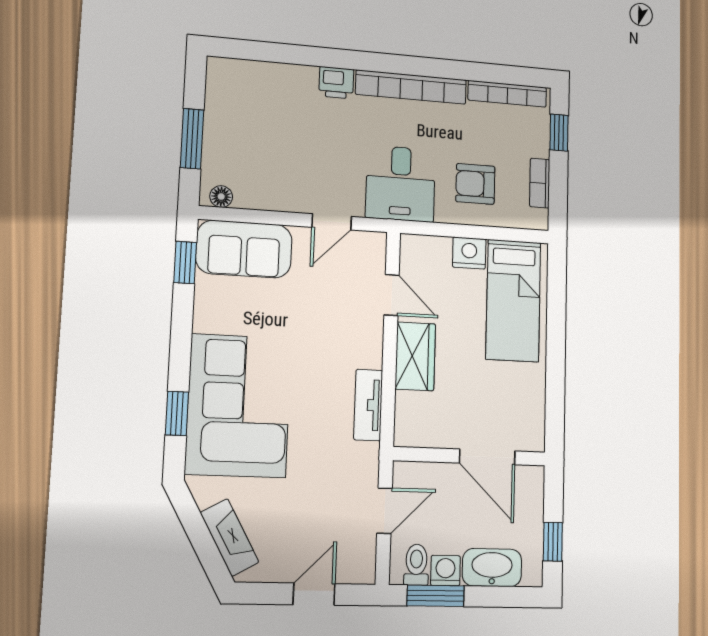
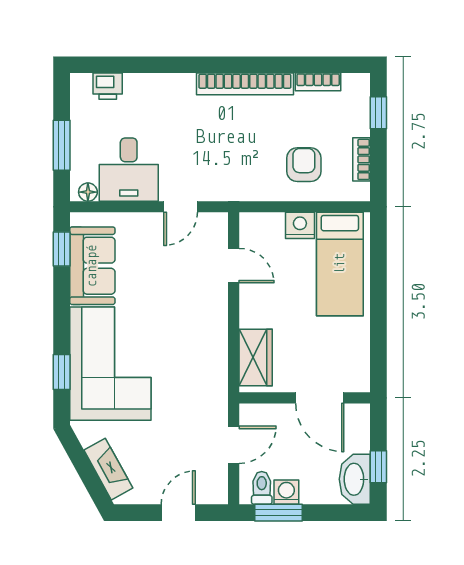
printer: (336, 83) -> (108, 86), moved
bookcase: (507, 94) -> (318, 82), width x0.64
desk: (401, 184) -> (129, 170), moved
armchair: (475, 184) -> (304, 165), turned 90
sofa: (244, 249) -> (92, 266), moved, turned -90
wardrobe: (415, 356) -> (256, 358), moved
tv unit: (368, 405) -> (217, 359), removed
washbasin: (492, 568) -> (355, 479), moved, turned -90

